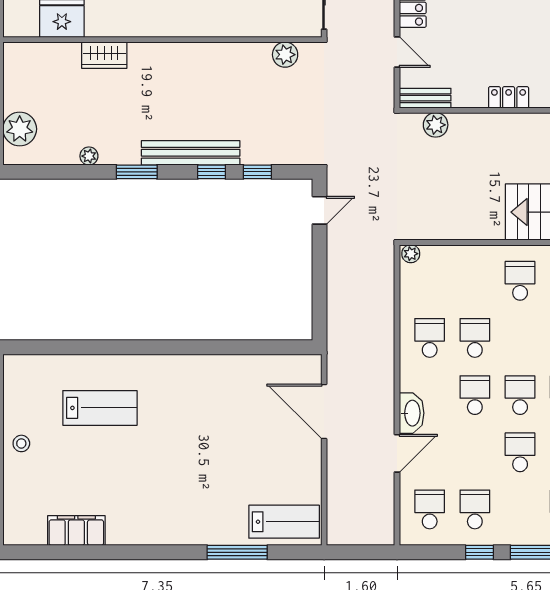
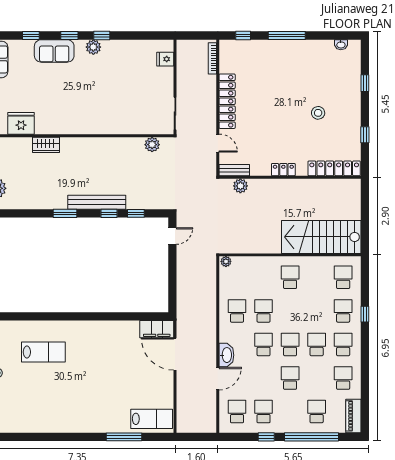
plant: (89, 156) -> (37, 204), removed
filing cabinet: (76, 531) -> (157, 329), moved, turned 180

